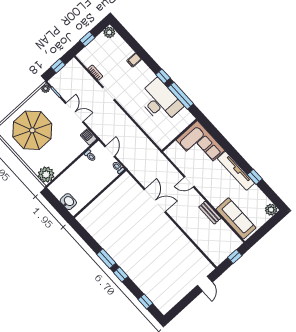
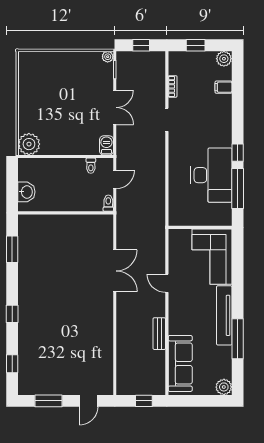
filing cabinet: (134, 60) -> (223, 87), moved
parasol: (32, 130) -> (56, 87), removed
window: (255, 177) -> (238, 339), width x2.17
window: (106, 259) -> (12, 249), moved
window: (183, 304) -> (48, 401), added

